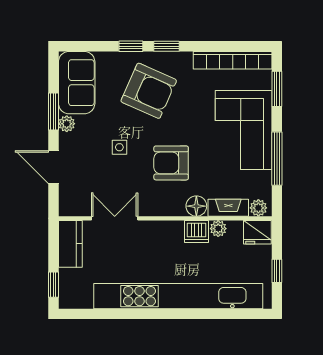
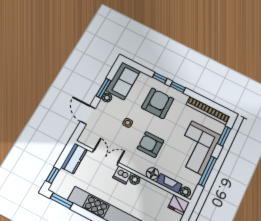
armchair: (149, 91) -> (158, 103), turned -114
plant: (218, 229) -> (135, 180), moved
dishwasher: (196, 231) -> (122, 175), moved
window: (86, 314) -> (61, 201), added

